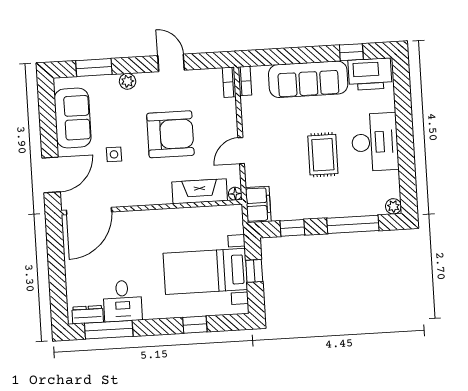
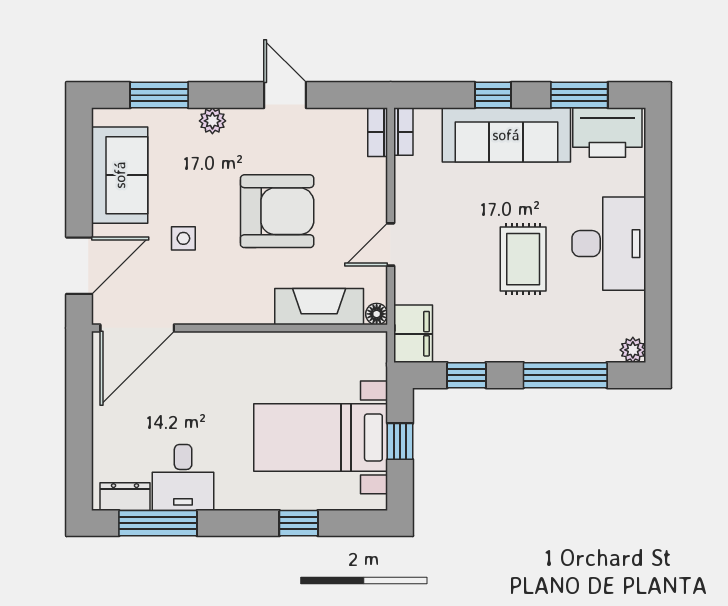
window: (351, 52) -> (579, 95), width x1.50
window: (298, 55) -> (493, 95), added

